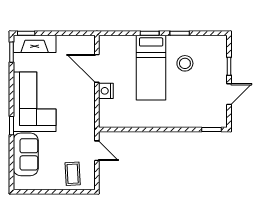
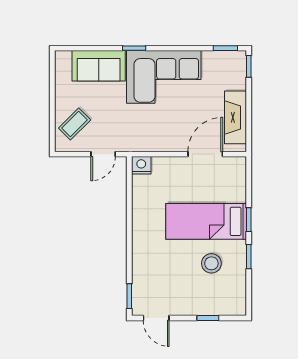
fireplace: (35, 44) -> (236, 117), moved
nightstand: (106, 91) -> (141, 165), moved
door: (229, 94) -> (156, 318), moved
coffee table: (73, 174) -> (75, 124), turned -42

